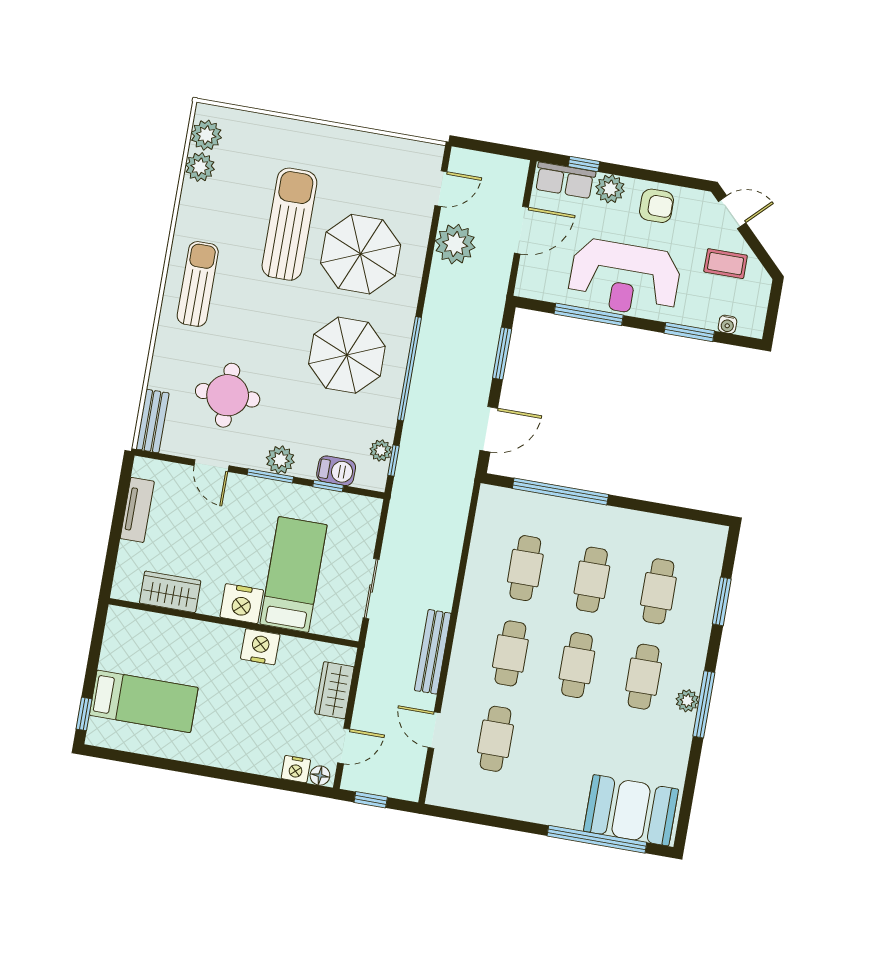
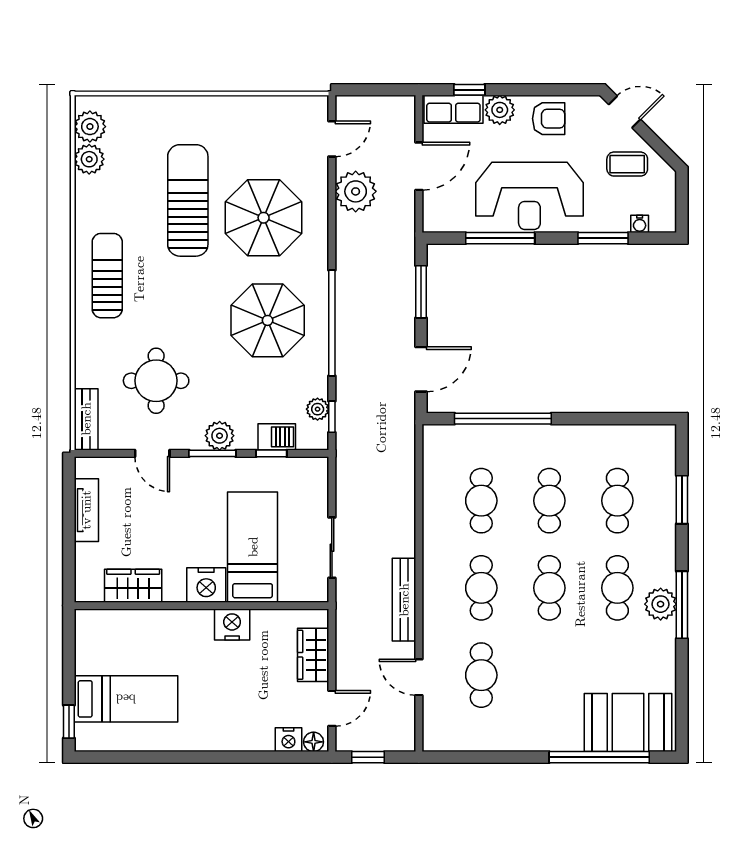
plant: (687, 701) -> (661, 604), width x1.38, depth x1.38

